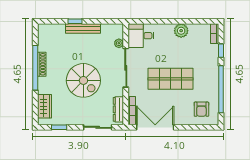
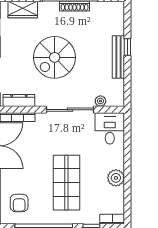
shop shelf: (170, 79) -> (66, 183), moved
armchair: (201, 109) -> (19, 203), turned -90

